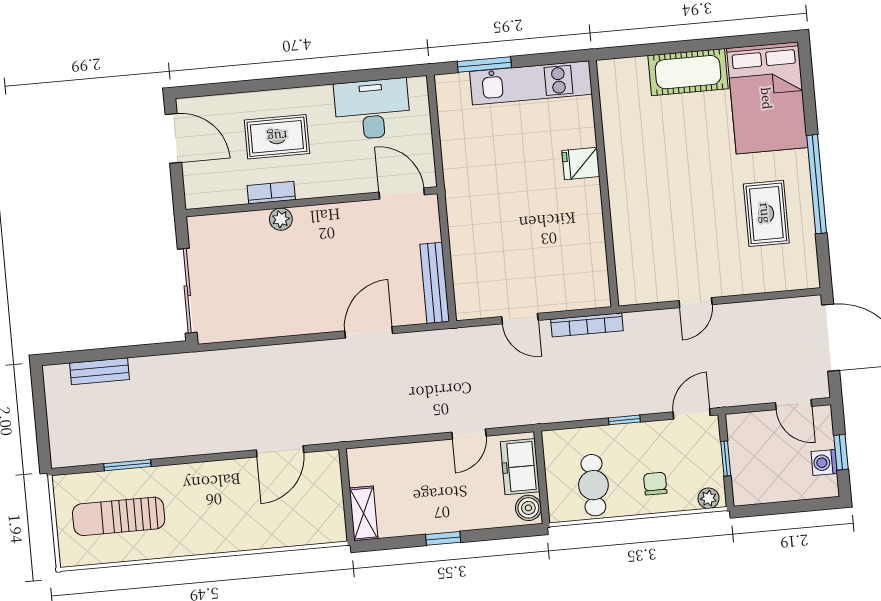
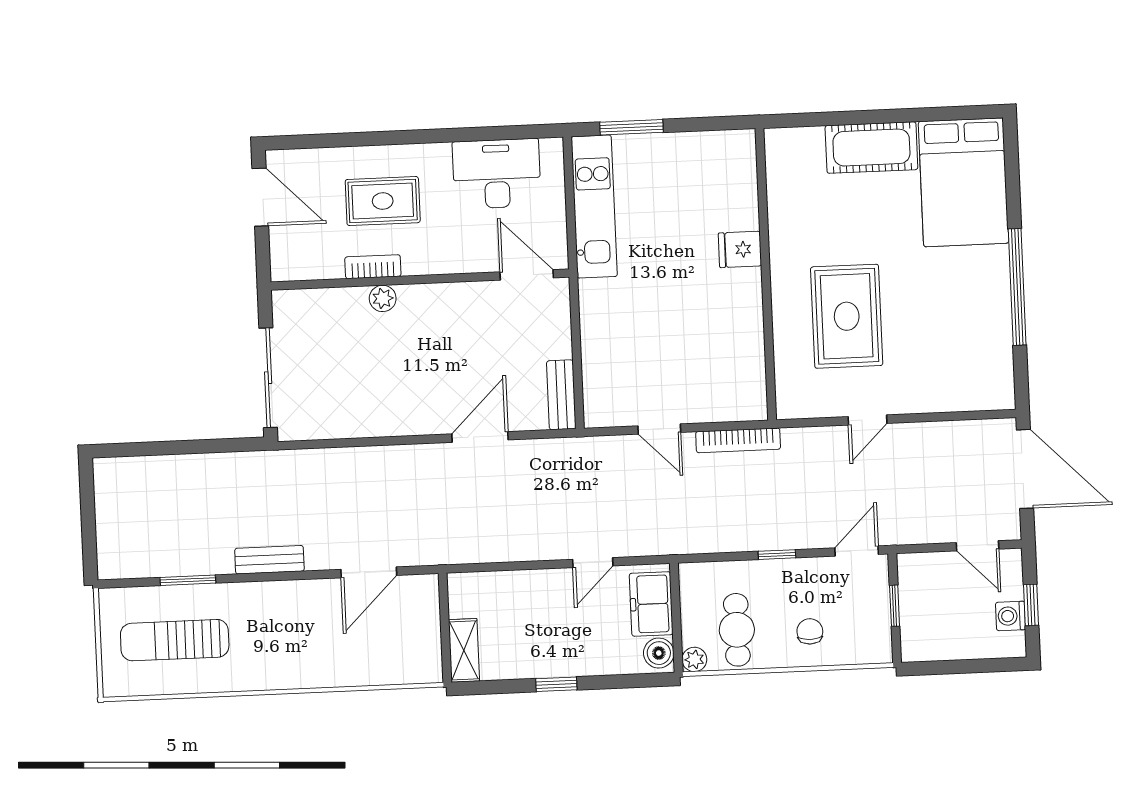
kitchen unit: (531, 83) -> (594, 207), moved, turned -90
rug: (766, 213) -> (847, 316), moved, width x1.36, depth x1.43
bench: (435, 283) -> (561, 395), width x0.73
bench: (100, 371) -> (269, 560), moved
plant: (709, 498) -> (694, 659), moved

